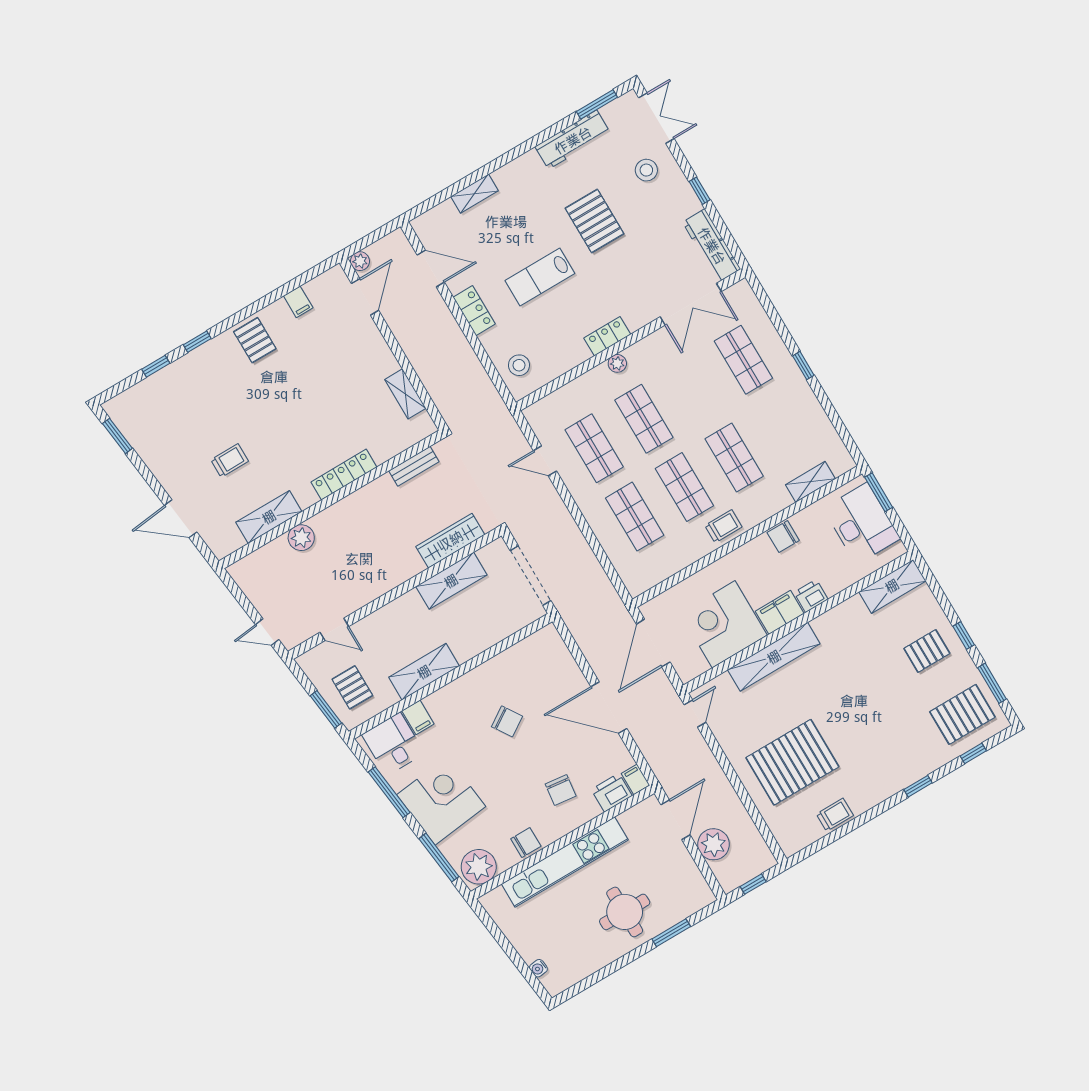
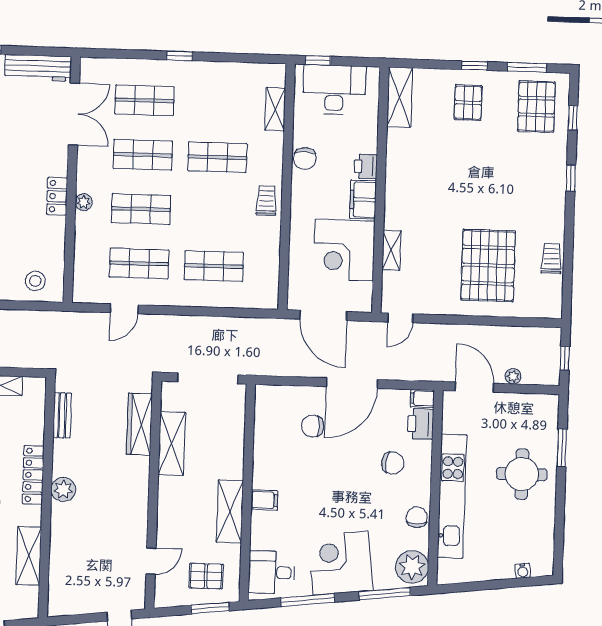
shop shelf: (684, 487) -> (143, 155), moved
window: (879, 492) -> (318, 60), width x0.67
plant: (301, 538) -> (63, 489), moved
shelving: (774, 657) -> (392, 250), width x0.45, depth x0.75
door: (695, 714) -> (400, 318), swing flipped
filing cabinet: (418, 717) -> (264, 500), moved
chair: (507, 721) -> (313, 426), moved, turned -147
plant: (713, 844) -> (513, 376), width x0.53, depth x0.53

